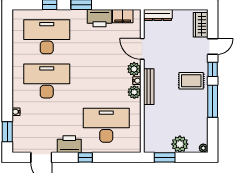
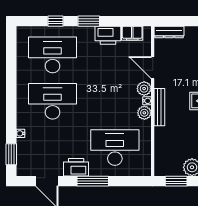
window: (85, 157) -> (93, 181), width x2.17

